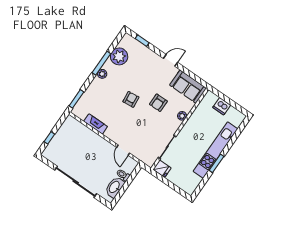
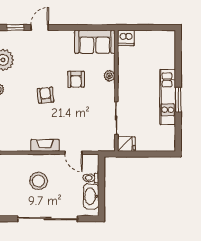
door: (170, 60) -> (40, 27), moved
dishwasher: (222, 106) -> (126, 38), moved
fireplace: (96, 124) -> (45, 145), moved
kitchen unit: (215, 150) -> (168, 97), width x0.73
stool: (87, 153) -> (39, 181), added

